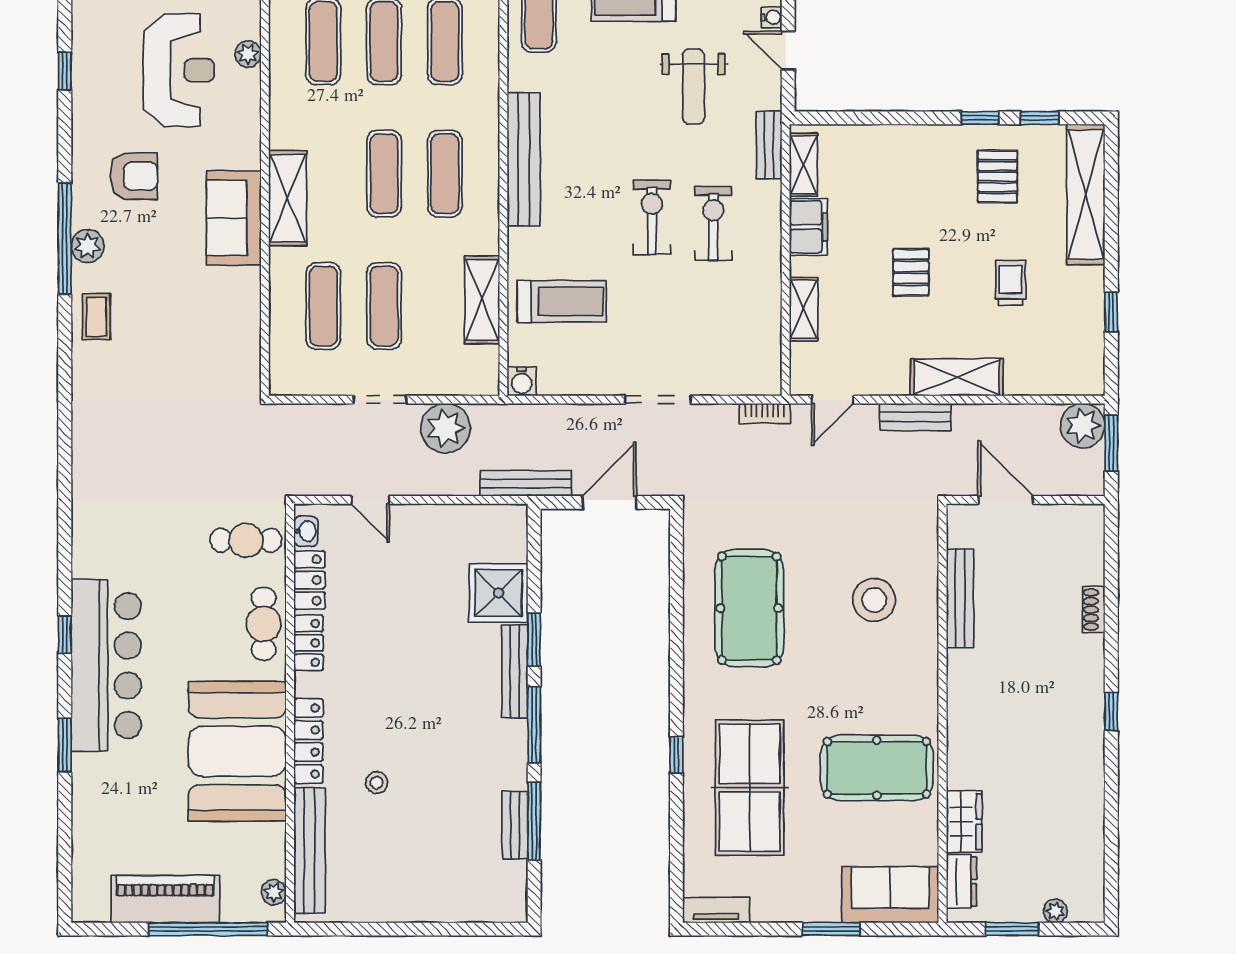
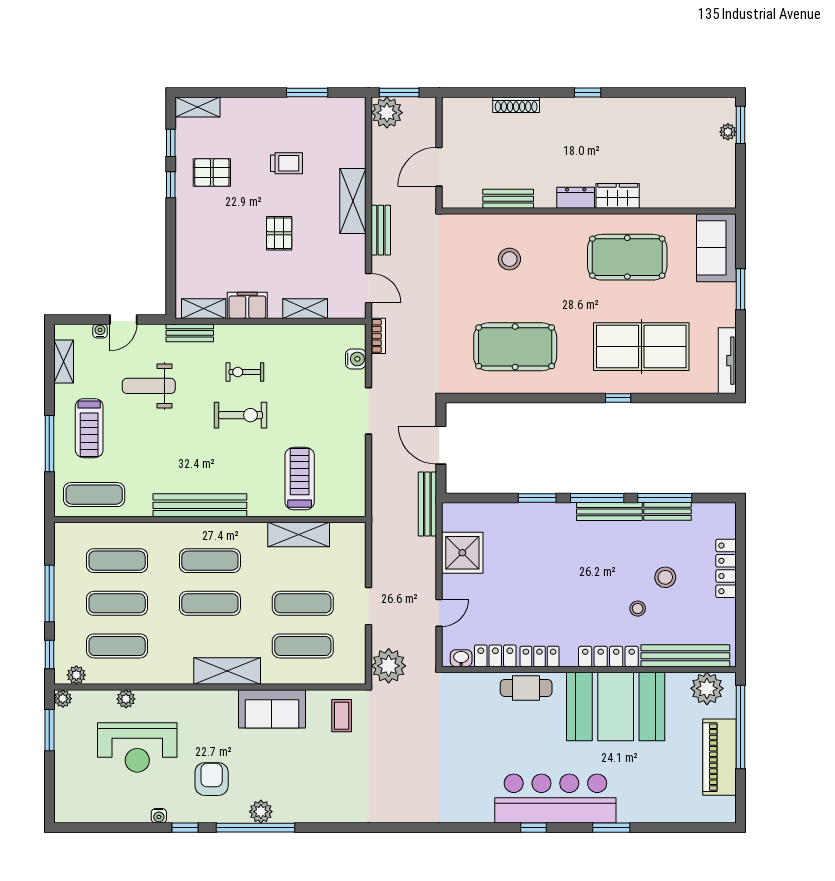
reception desk: (179, 70) -> (137, 747), turned 180
window: (65, 71) -> (185, 828), moved
weight bench: (694, 87) -> (149, 386), turned 180
water cooler: (82, 101) -> (159, 816), added
shelving: (1086, 194) -> (198, 107), width x0.45, depth x0.75
exercise bike: (652, 217) -> (241, 415), turned 180
sofa: (234, 218) -> (272, 709), moved
exercise bike: (713, 223) -> (245, 372), width x0.73, depth x0.72
pallet: (911, 272) -> (279, 233), turned 90
trolley: (1011, 283) -> (287, 163), turned 180
window: (1111, 312) -> (307, 92), width x1.50
coffee table: (96, 317) -> (342, 716), moved, turned 90
water cooler: (522, 381) -> (356, 359), moved
plant: (446, 428) -> (389, 666), moved
cafe table: (246, 540) -> (467, 700), removed
shower: (498, 593) -> (462, 553), moved
bench: (960, 598) -> (508, 199), width x0.73
stool: (874, 600) -> (509, 259), width x0.73, depth x0.73
shoe rack: (1094, 610) -> (516, 105), width x1.43
bench: (515, 672) -> (609, 512), moved
pool table: (877, 768) -> (627, 257), turned 90
stool: (421, 822) -> (665, 577), added
wardrobe: (964, 822) -> (618, 196), moved
dresser: (961, 882) -> (576, 198), moved
plant: (274, 892) -> (707, 688), width x1.88, depth x1.88
locker: (434, 908) -> (726, 568), added
tv unit: (716, 910) -> (727, 361), width x1.41
window: (1012, 929) -> (741, 125), moved

